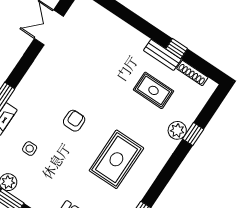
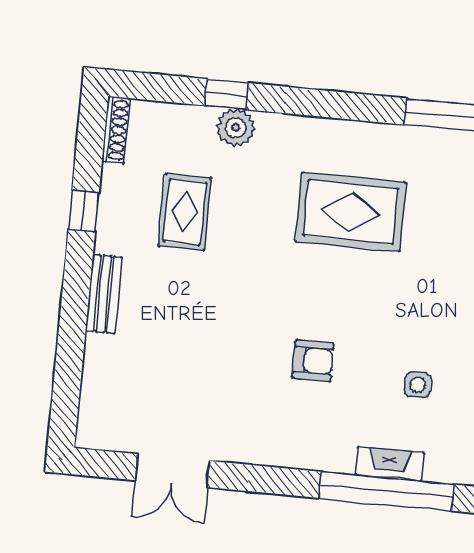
bench: (162, 55) -> (104, 294), moved
shoe rack: (192, 73) -> (116, 130), moved
armchair: (74, 121) -> (313, 361), moved, turned 180

